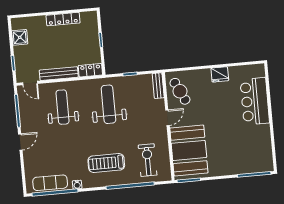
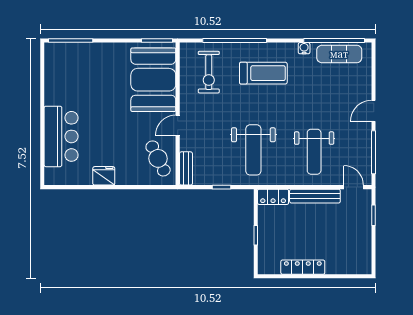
shower: (20, 37) -> (362, 248), removed

